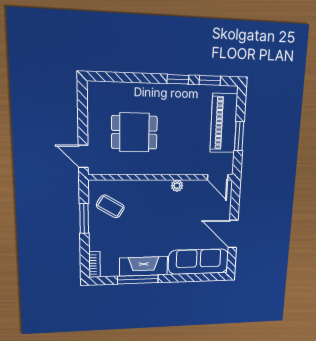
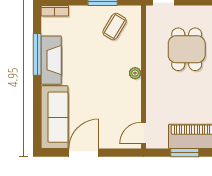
plant: (177, 186) -> (135, 73), moved

